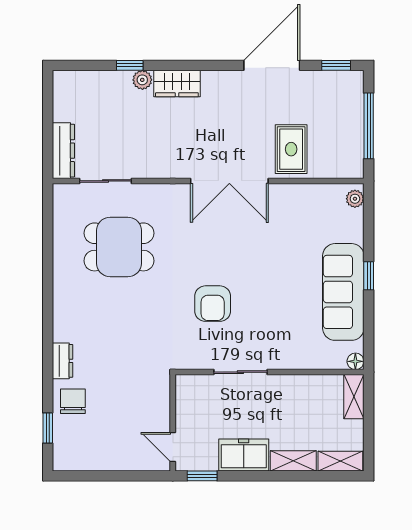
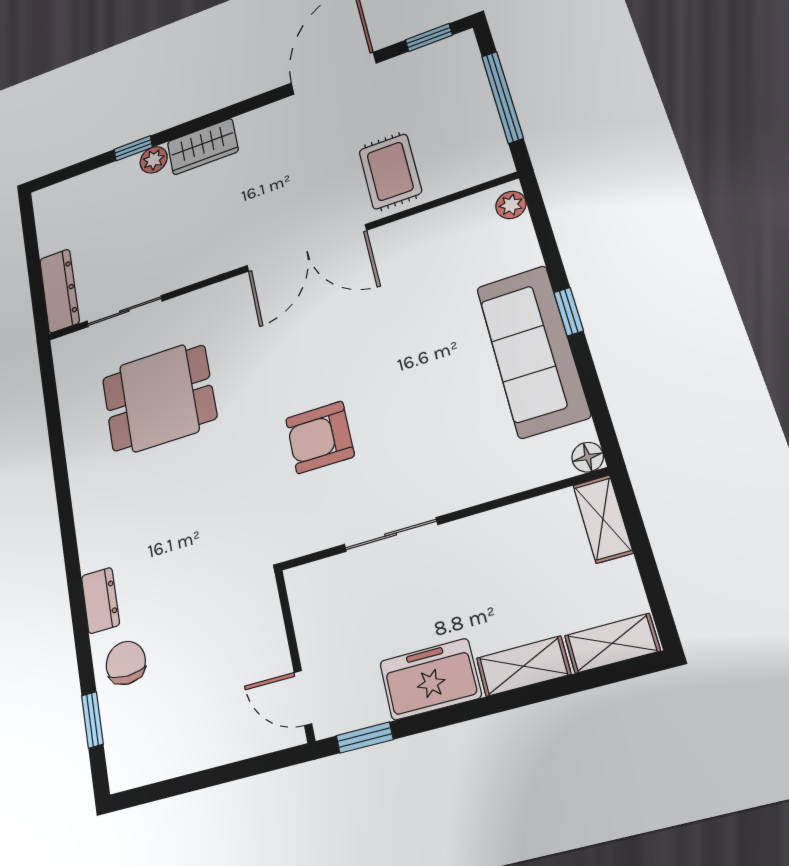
armchair: (213, 304) -> (320, 437), turned 90

